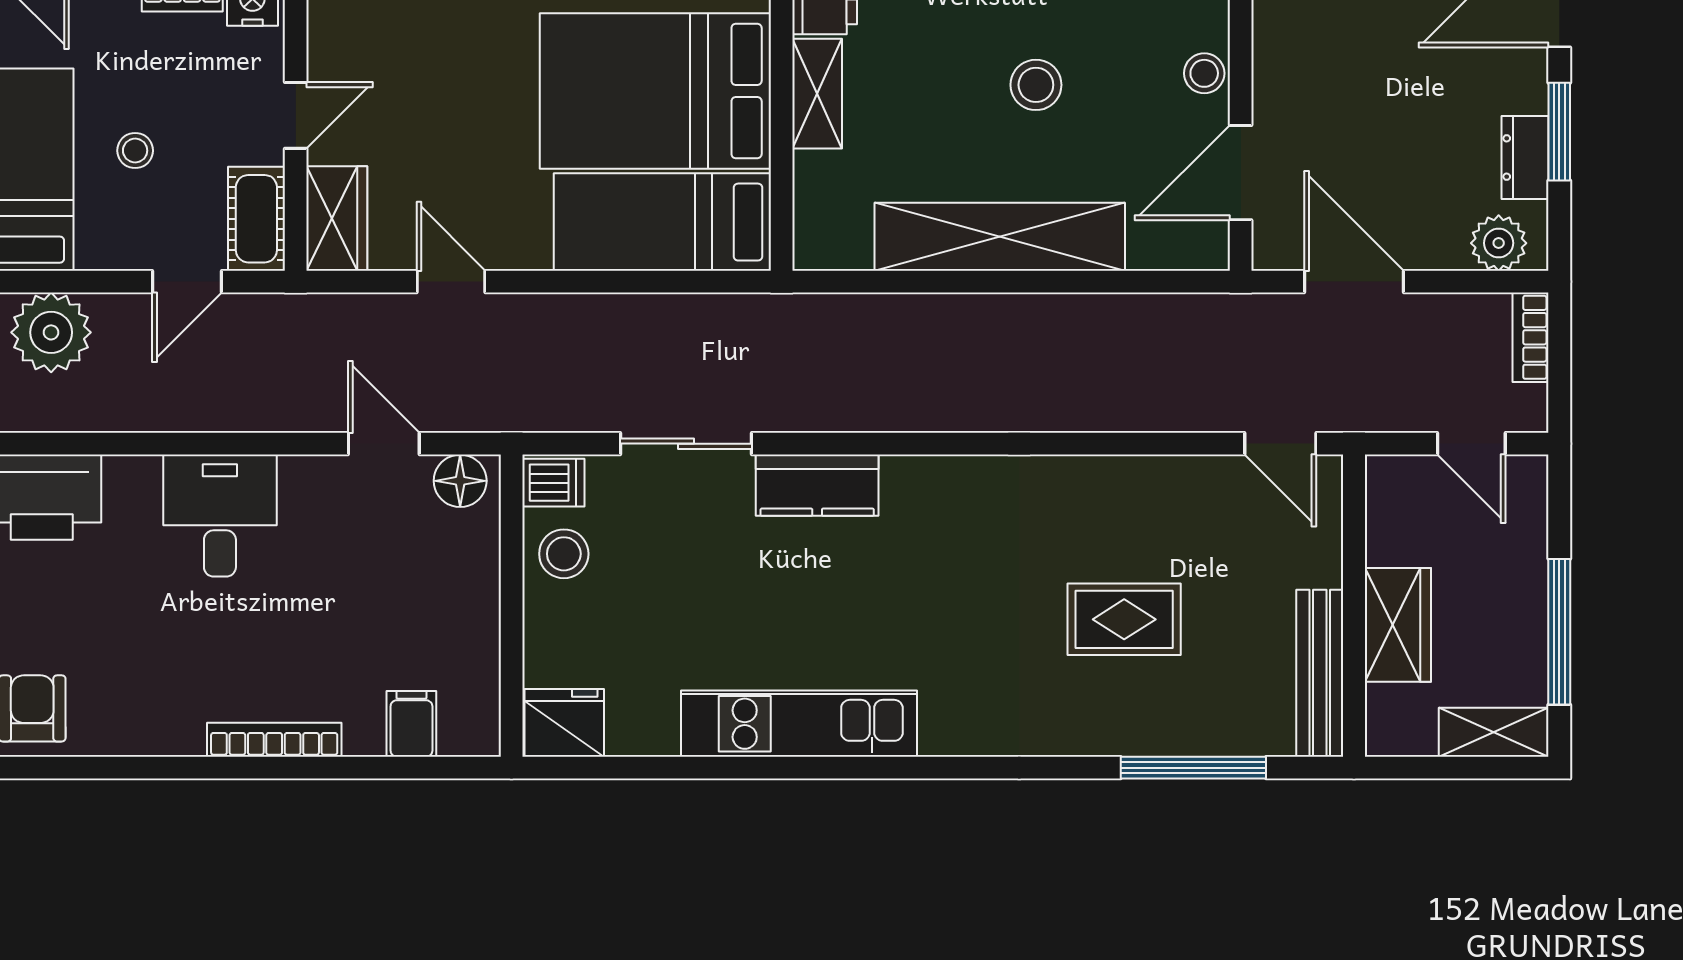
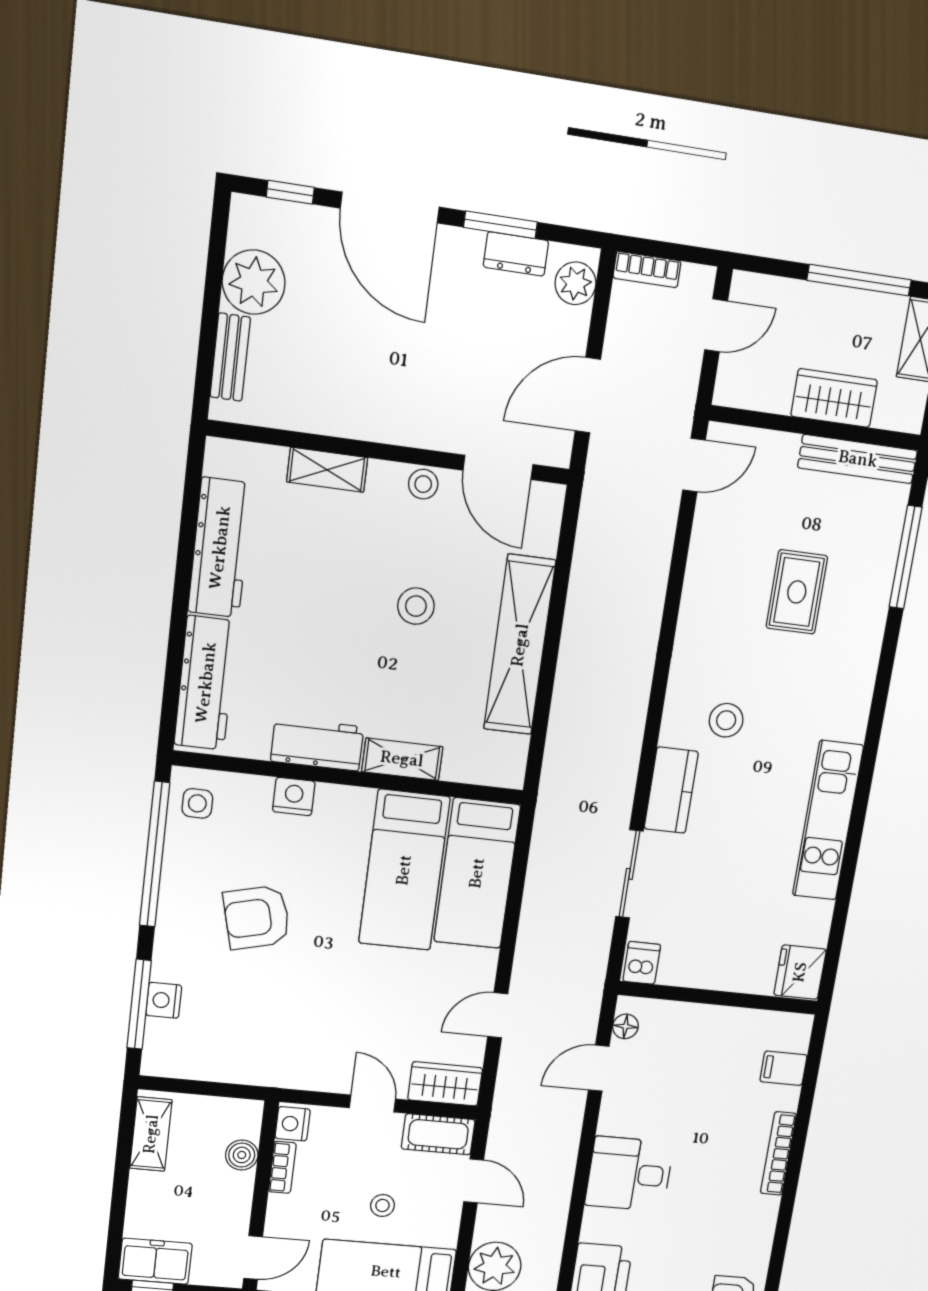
bed: (655, 91) -> (404, 870), width x0.67
floor lamp: (460, 481) -> (625, 1026), width x0.73, depth x0.73
stool: (564, 554) -> (726, 720), moved

